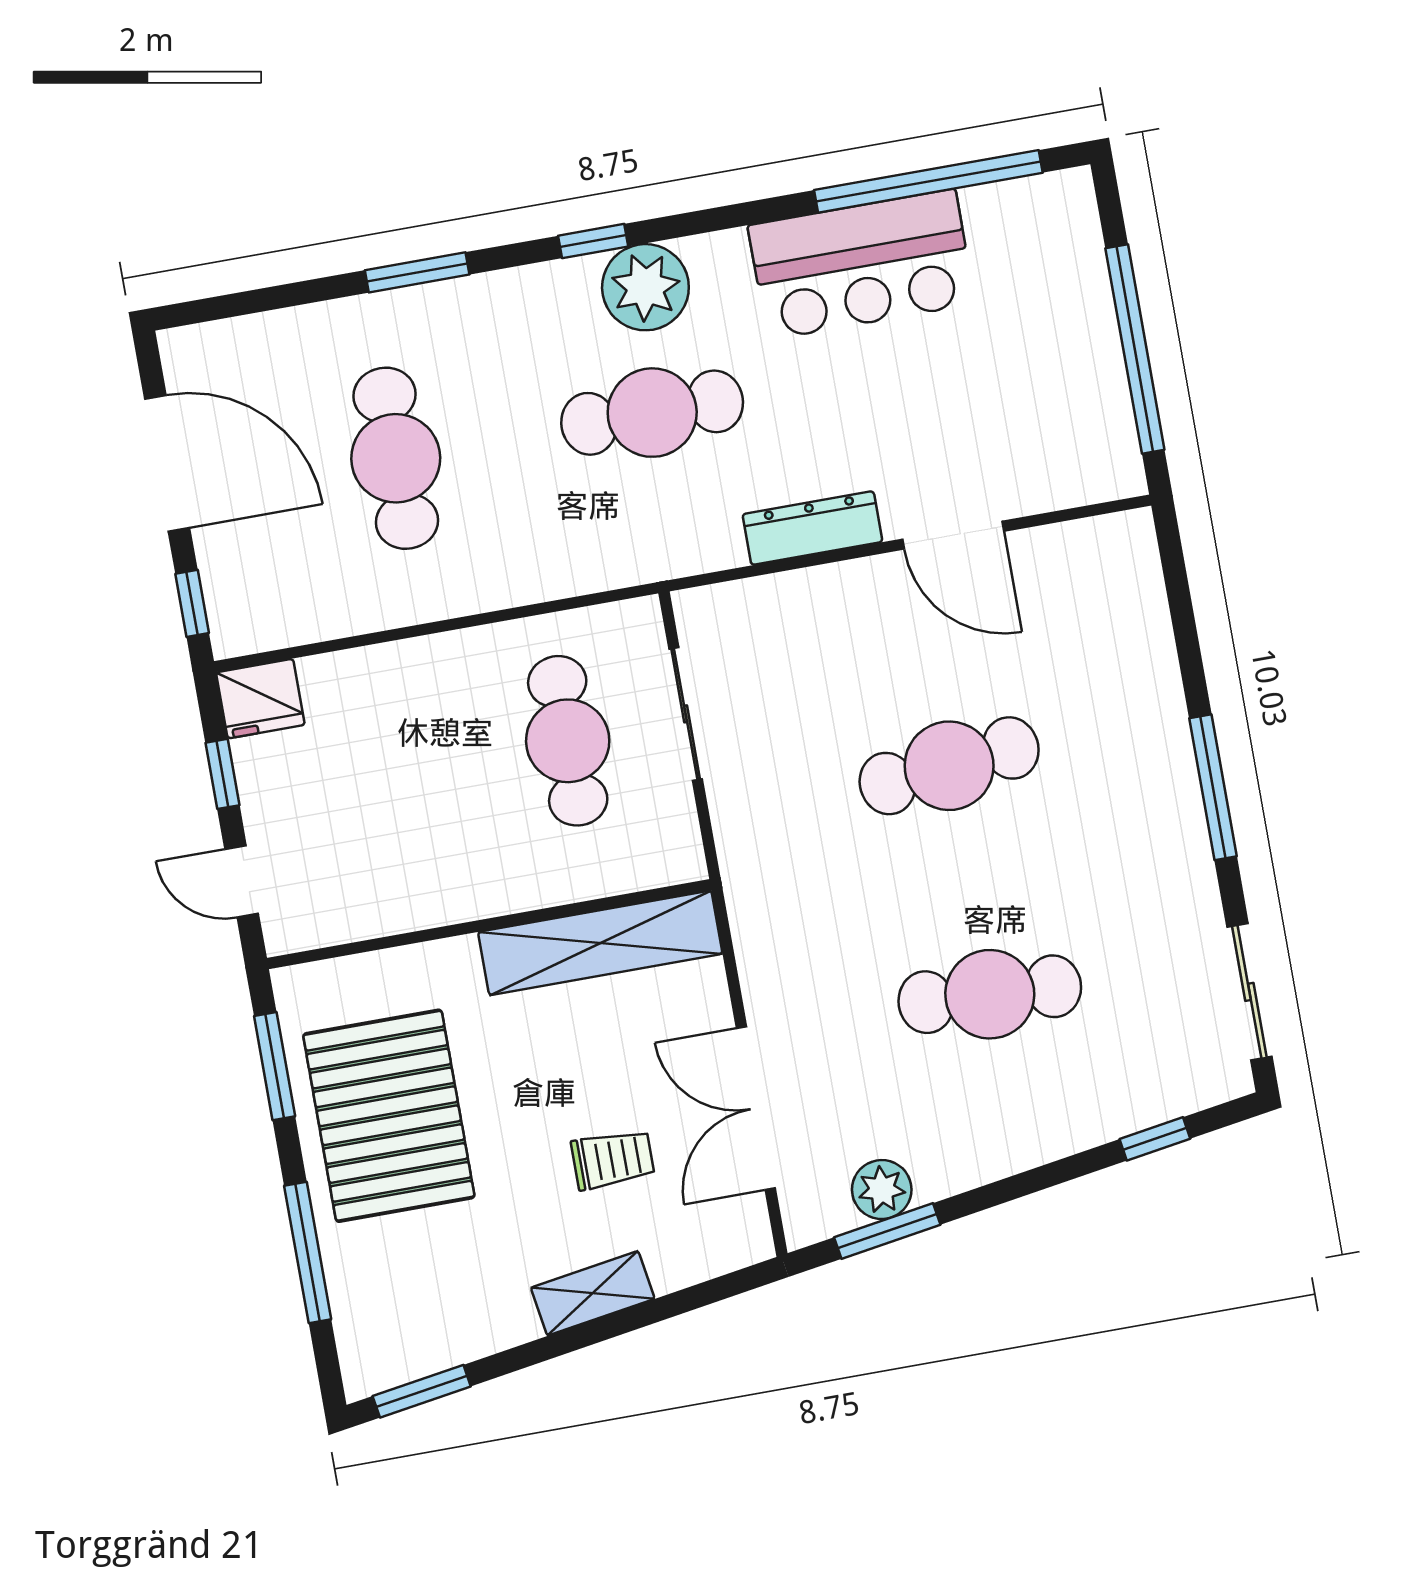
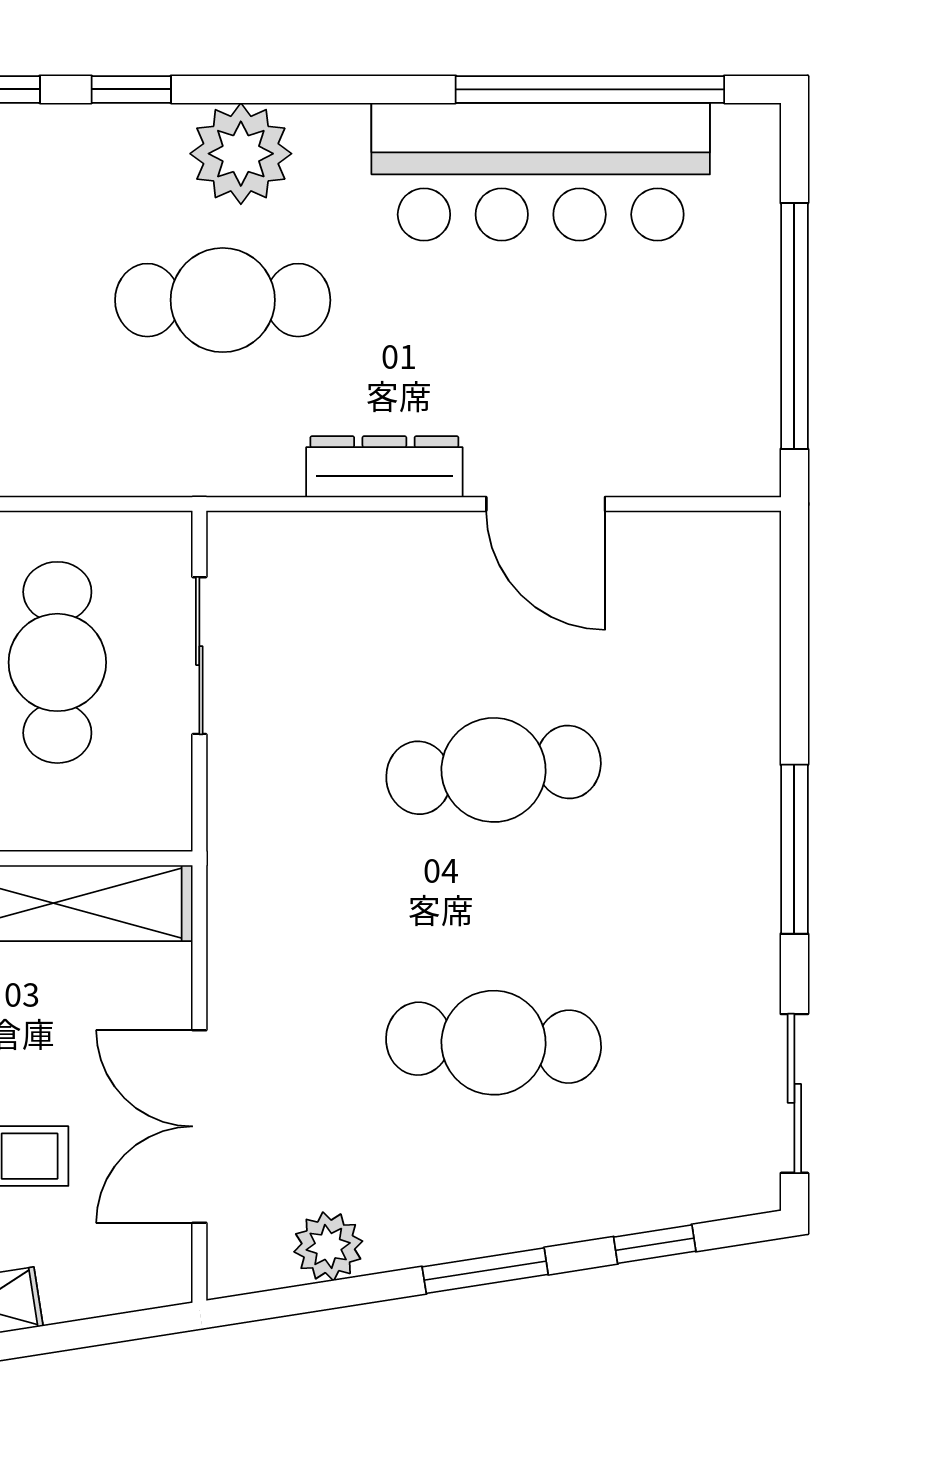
window: (593, 241) -> (131, 89), moved
bar counter: (862, 264) -> (541, 172), width x1.36
window: (887, 1231) -> (485, 1271), moved

